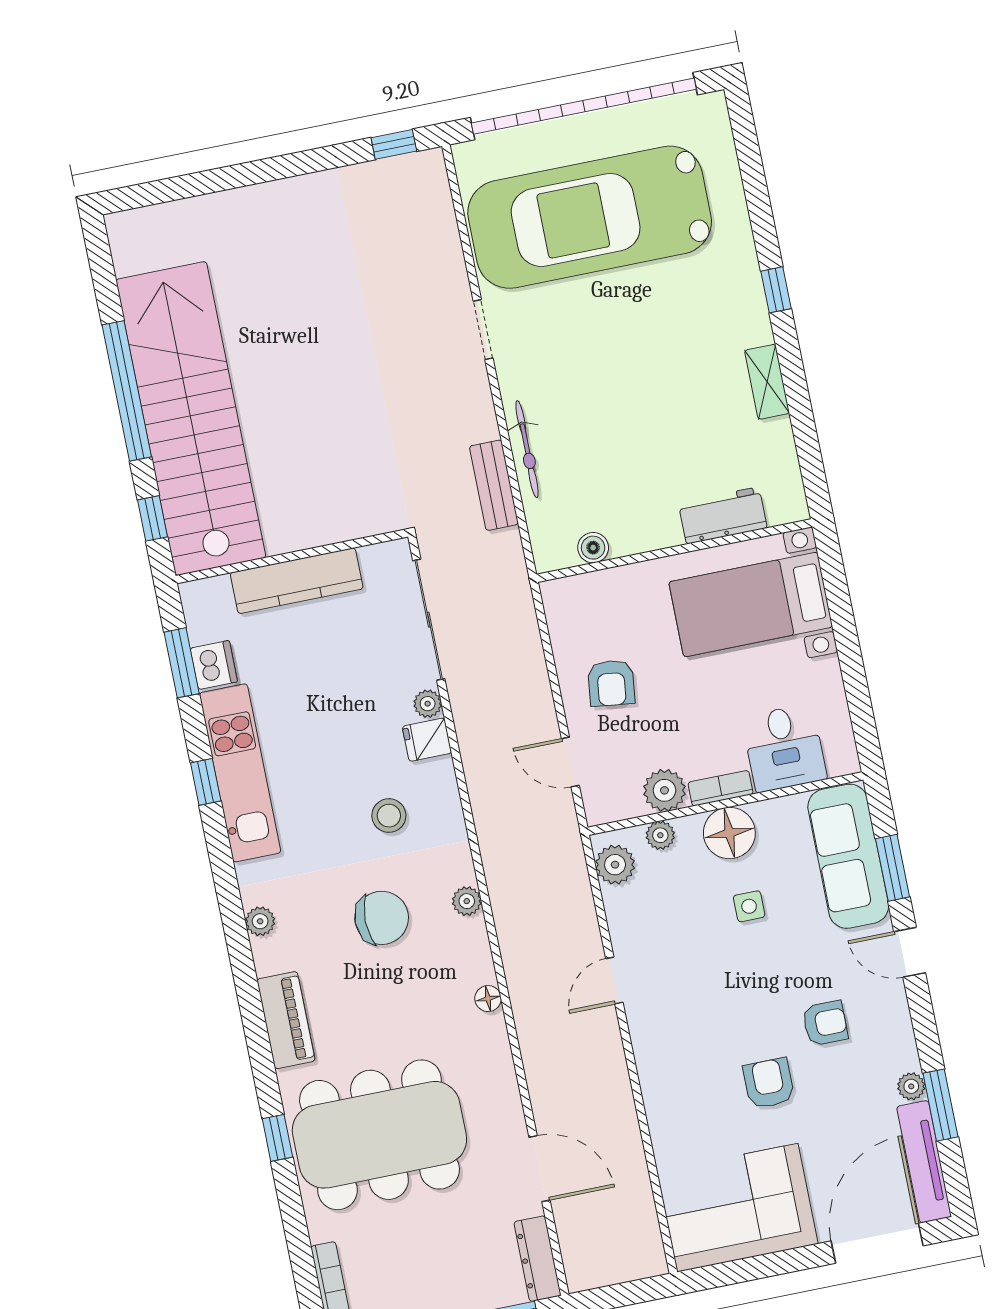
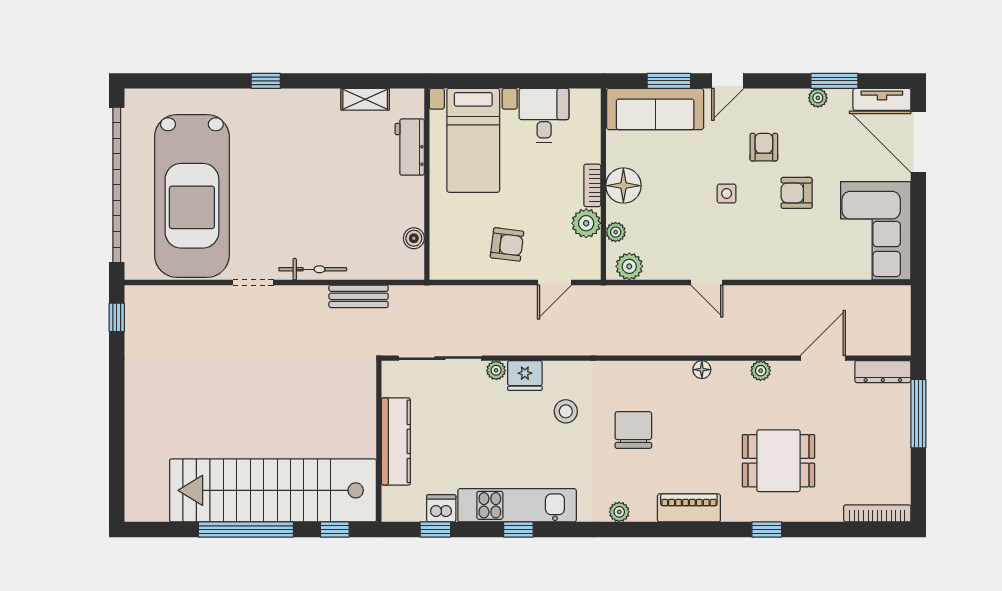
shelving: (767, 382) -> (365, 99), moved
bicycle: (527, 449) -> (313, 269), moved
window: (182, 663) -> (435, 530), width x0.67
fridge: (427, 740) -> (525, 376), width x1.38
desk: (784, 748) -> (544, 115), moved, turned -90
plant: (467, 901) -> (761, 371), moved
side table: (749, 906) -> (727, 194), moved
dining table: (379, 1135) -> (778, 461), width x0.53, depth x0.80
tv unit: (924, 1162) -> (882, 99), width x0.71

